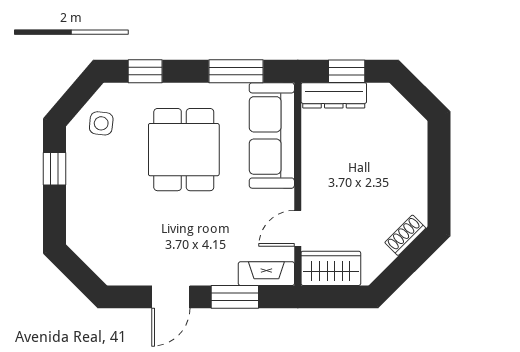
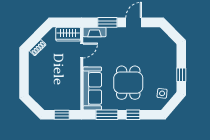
window: (145, 71) -> (133, 115), moved
dresser: (334, 95) -> (67, 105), removed

